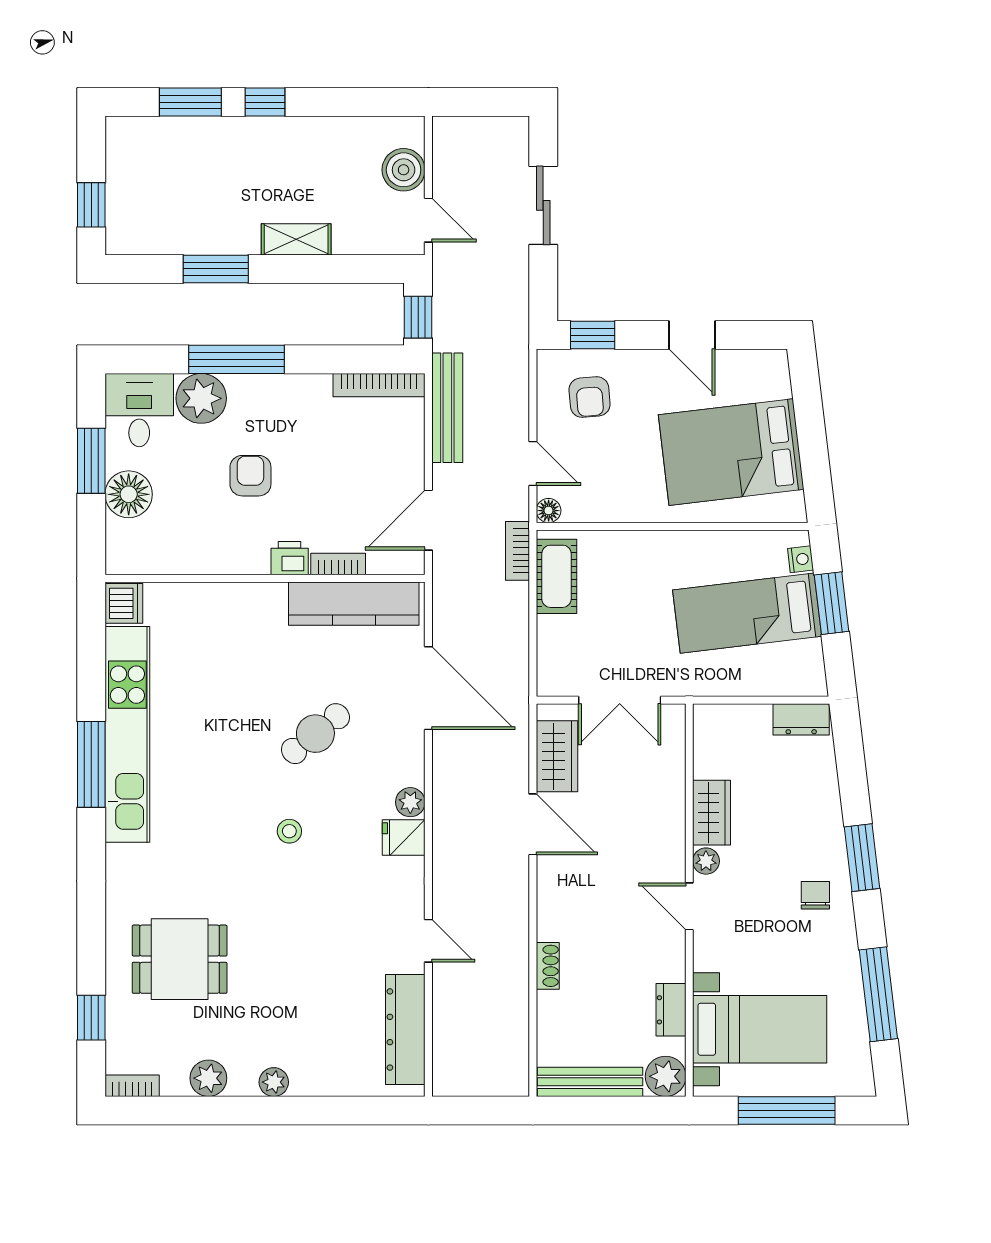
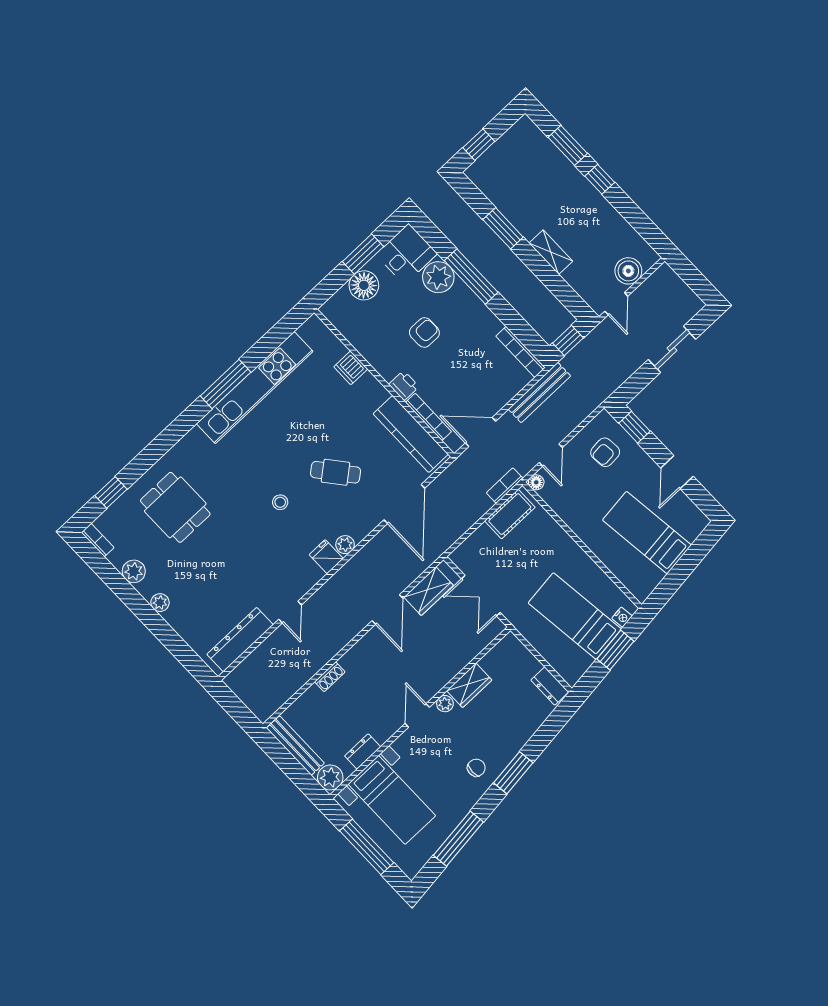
bed: (731, 452) -> (647, 533), width x0.67
bookcase: (338, 564) -> (428, 417), width x1.56
dishwasher: (124, 603) -> (351, 368), moved, turned 90

